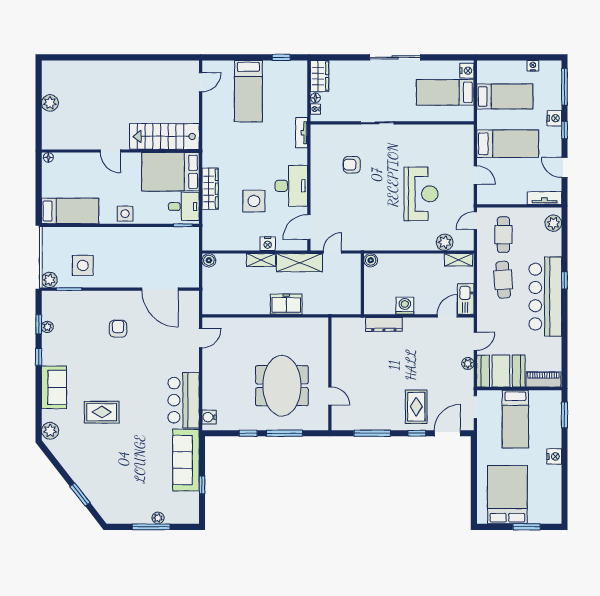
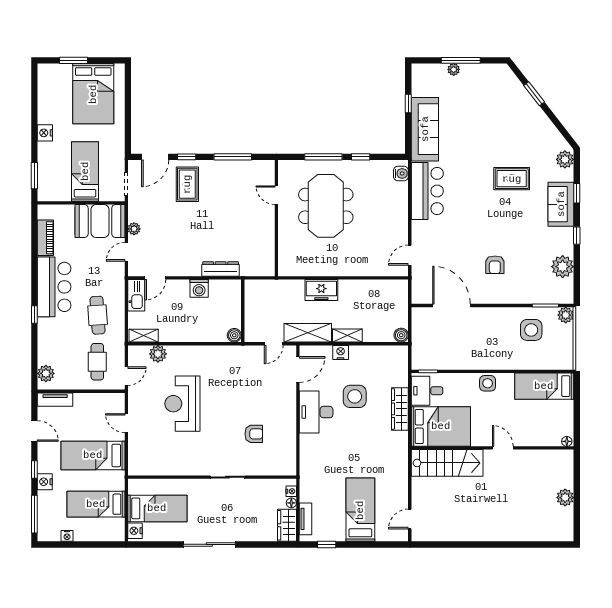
tv unit: (302, 133) -> (306, 519), moved
bar counter: (545, 297) -> (54, 287), width x0.73
window: (39, 324) -> (577, 193), moved
plant: (47, 327) -> (563, 267), width x1.88, depth x1.88
piano: (543, 379) -> (45, 238), moved, turned -90

